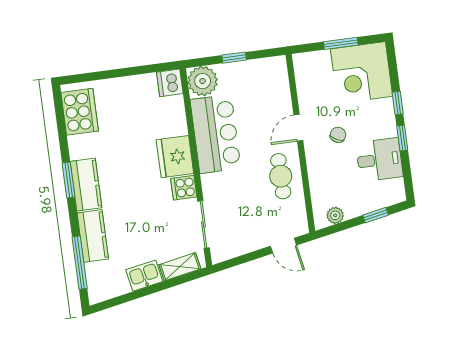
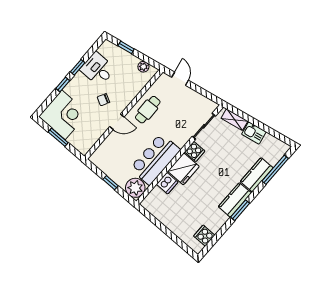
dishwasher: (170, 83) -> (167, 183), moved
cooker: (80, 112) -> (204, 236), width x0.53, depth x0.76

